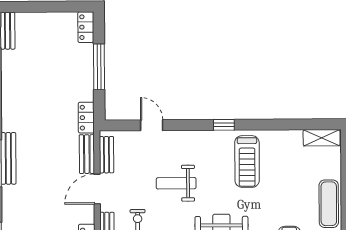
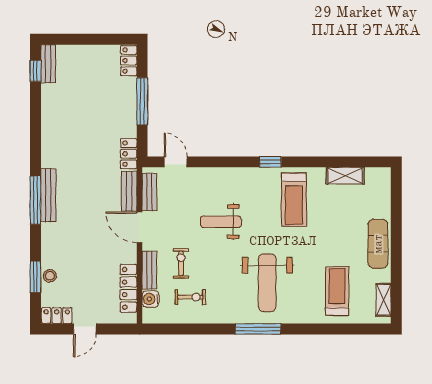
door: (152, 125) -> (176, 162), moved
shelving: (322, 138) -> (345, 176), moved
door: (97, 189) -> (139, 227), hinge flipped

